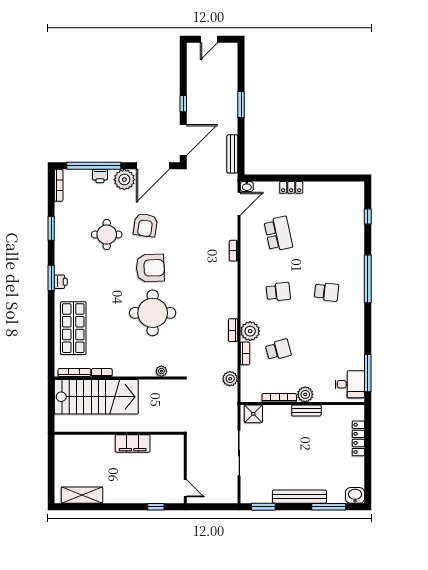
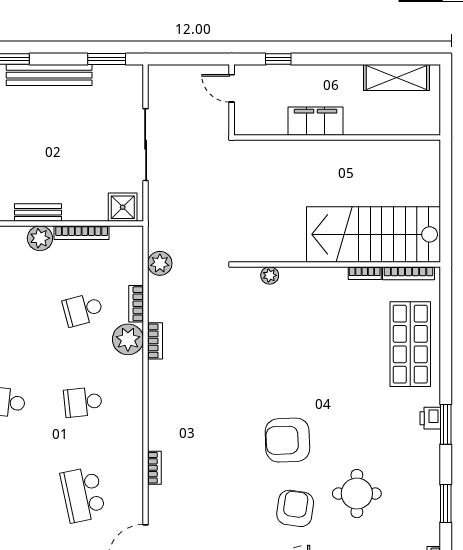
round table: (153, 313) -> (284, 368), removed
wall: (119, 433) -> (337, 138), moved
filing cabinet: (133, 443) -> (316, 121), moved

